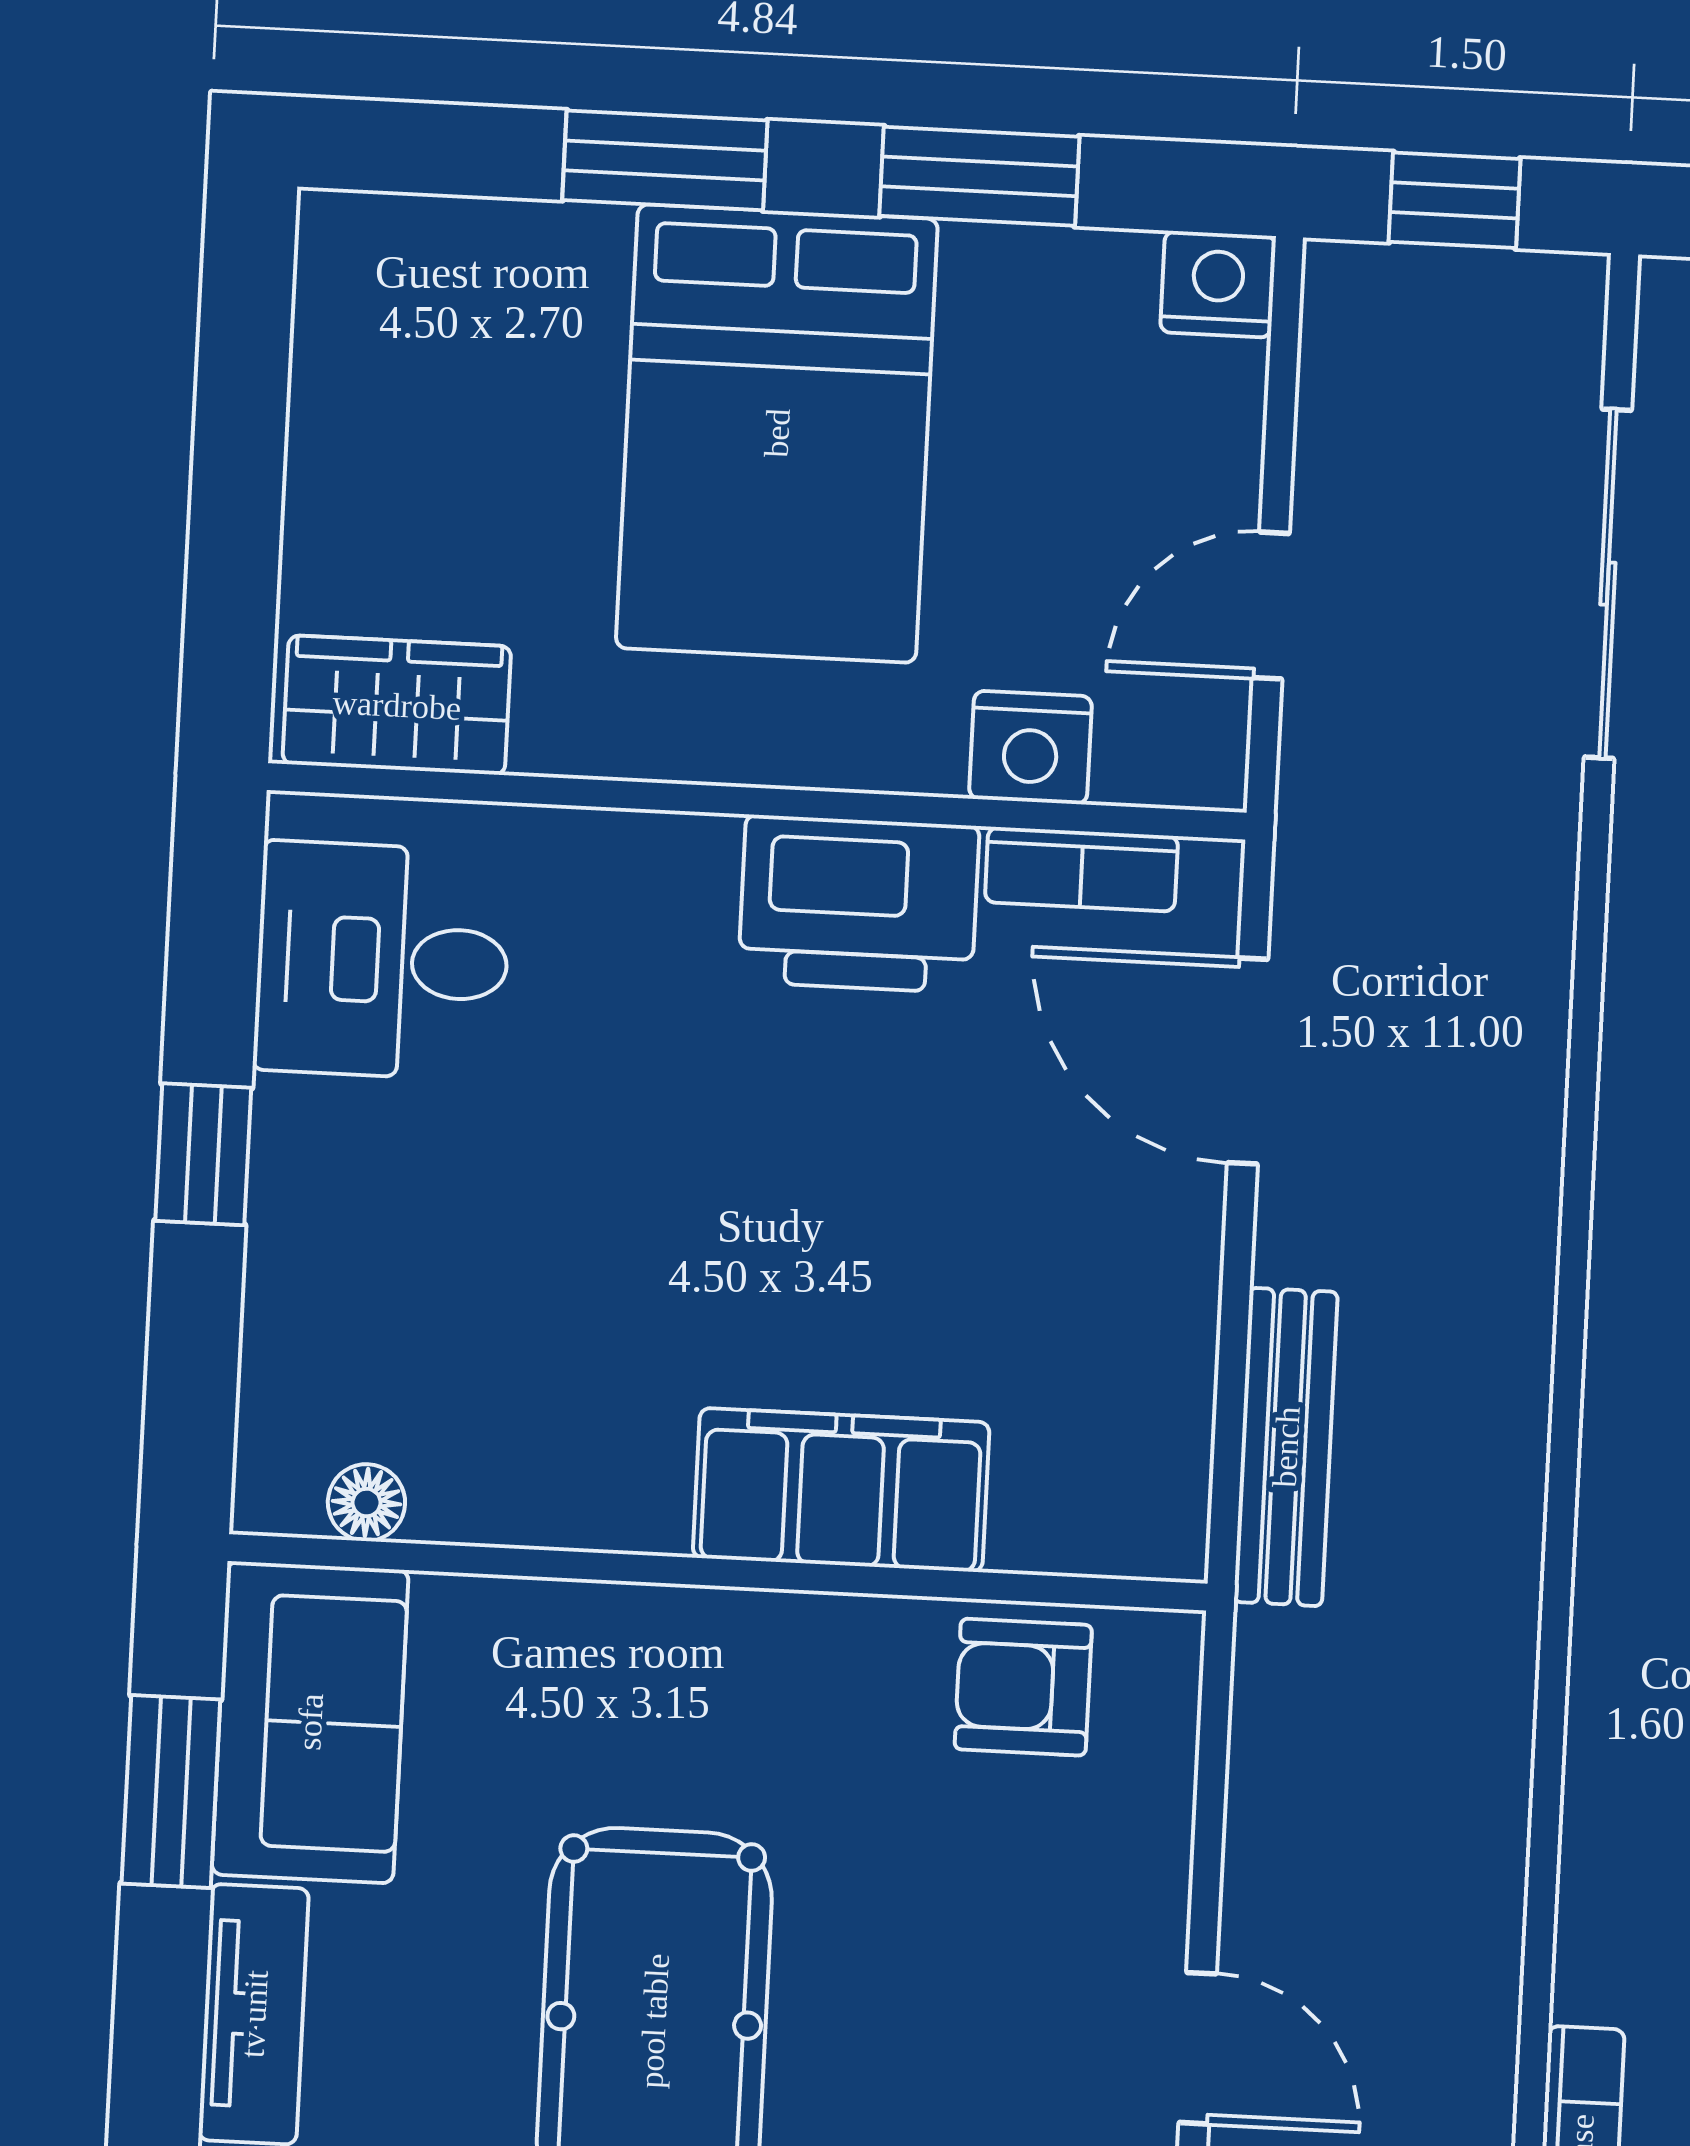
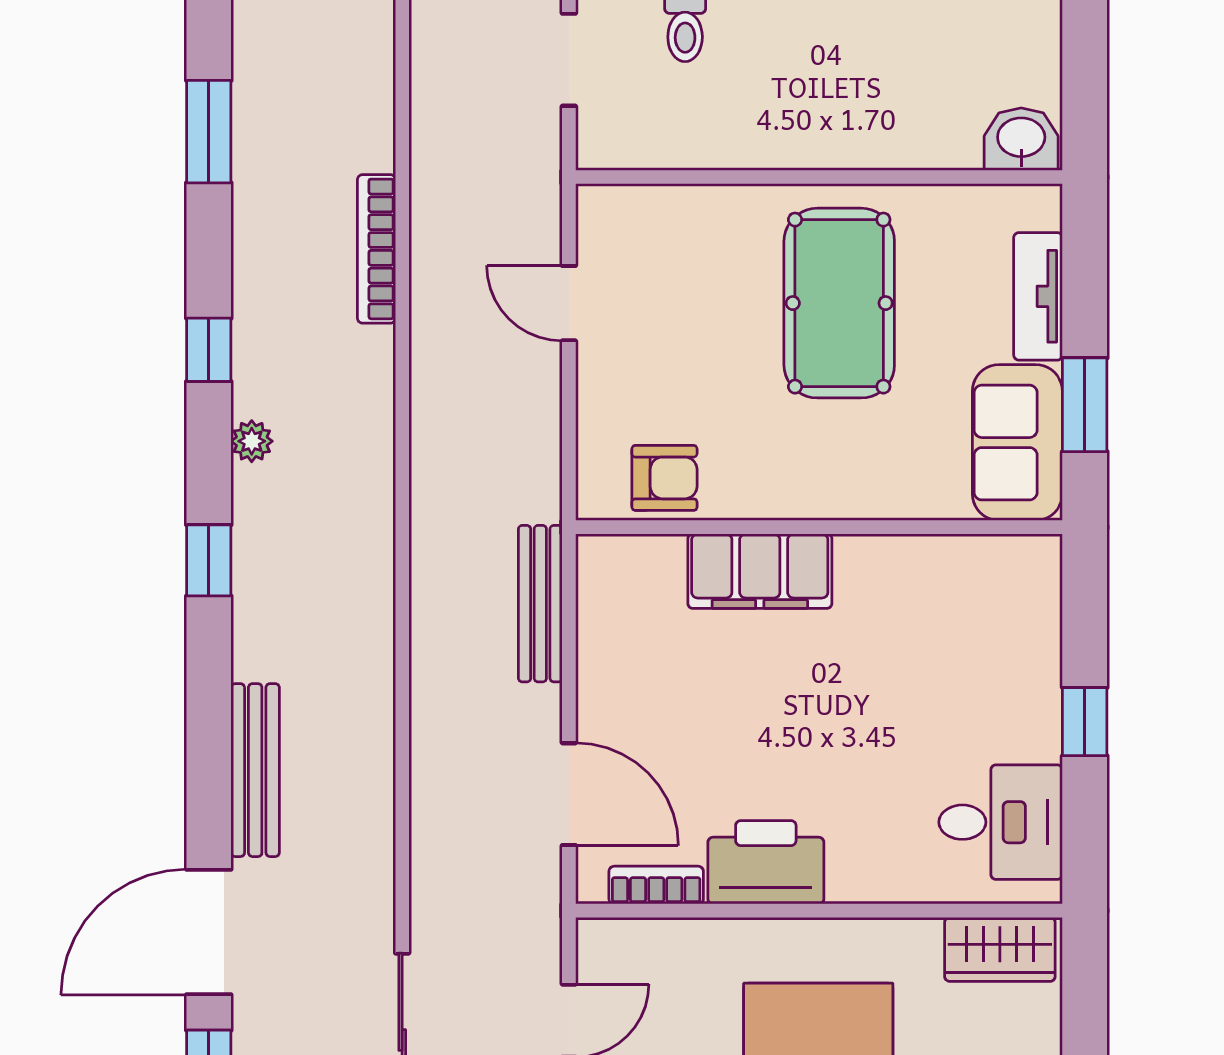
nightstand: (1031, 747) -> (685, 944), removed
floor lamp: (366, 1503) -> (995, 553), removed

